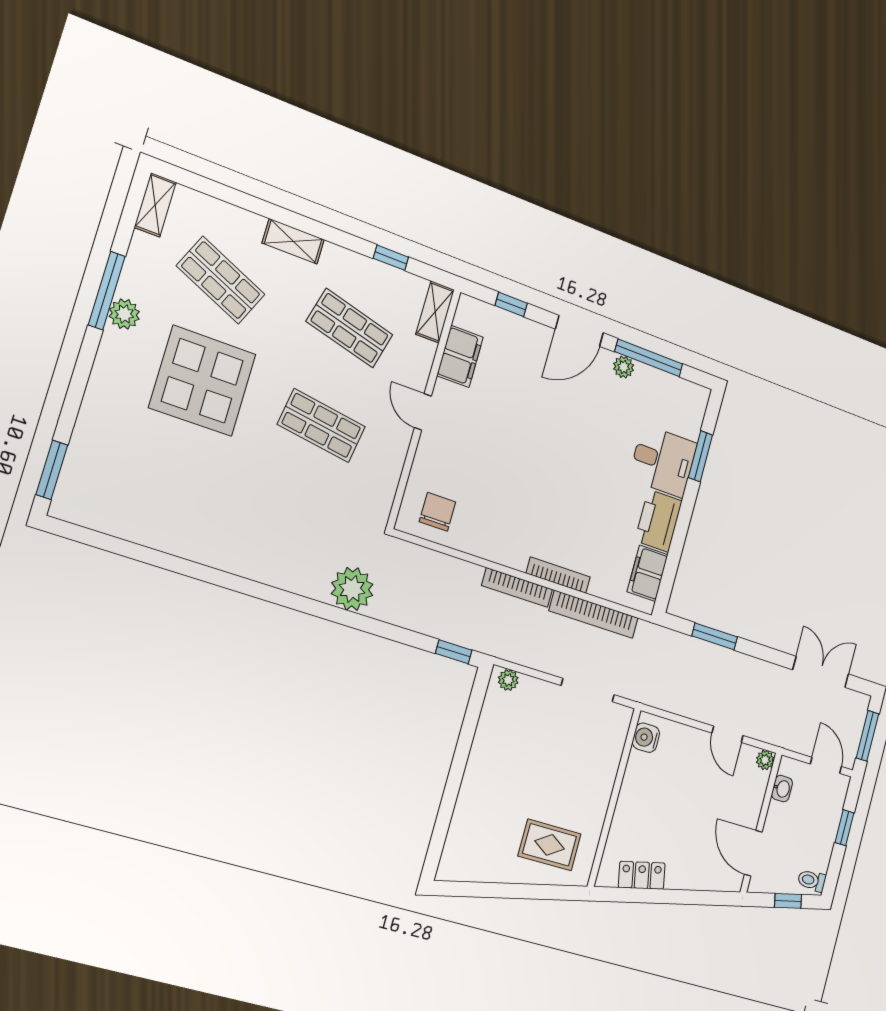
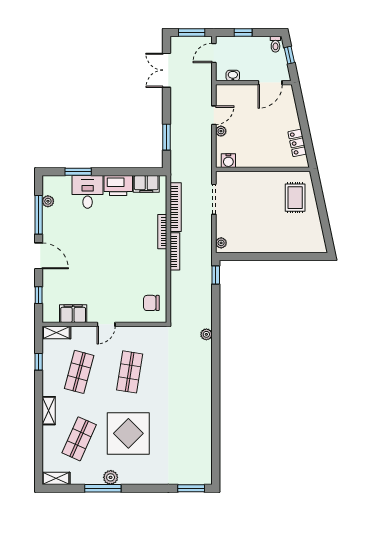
plant: (624, 367) -> (48, 201), moved
plant: (352, 589) -> (206, 334), width x0.53, depth x0.53
plant: (765, 760) -> (221, 131), moved

